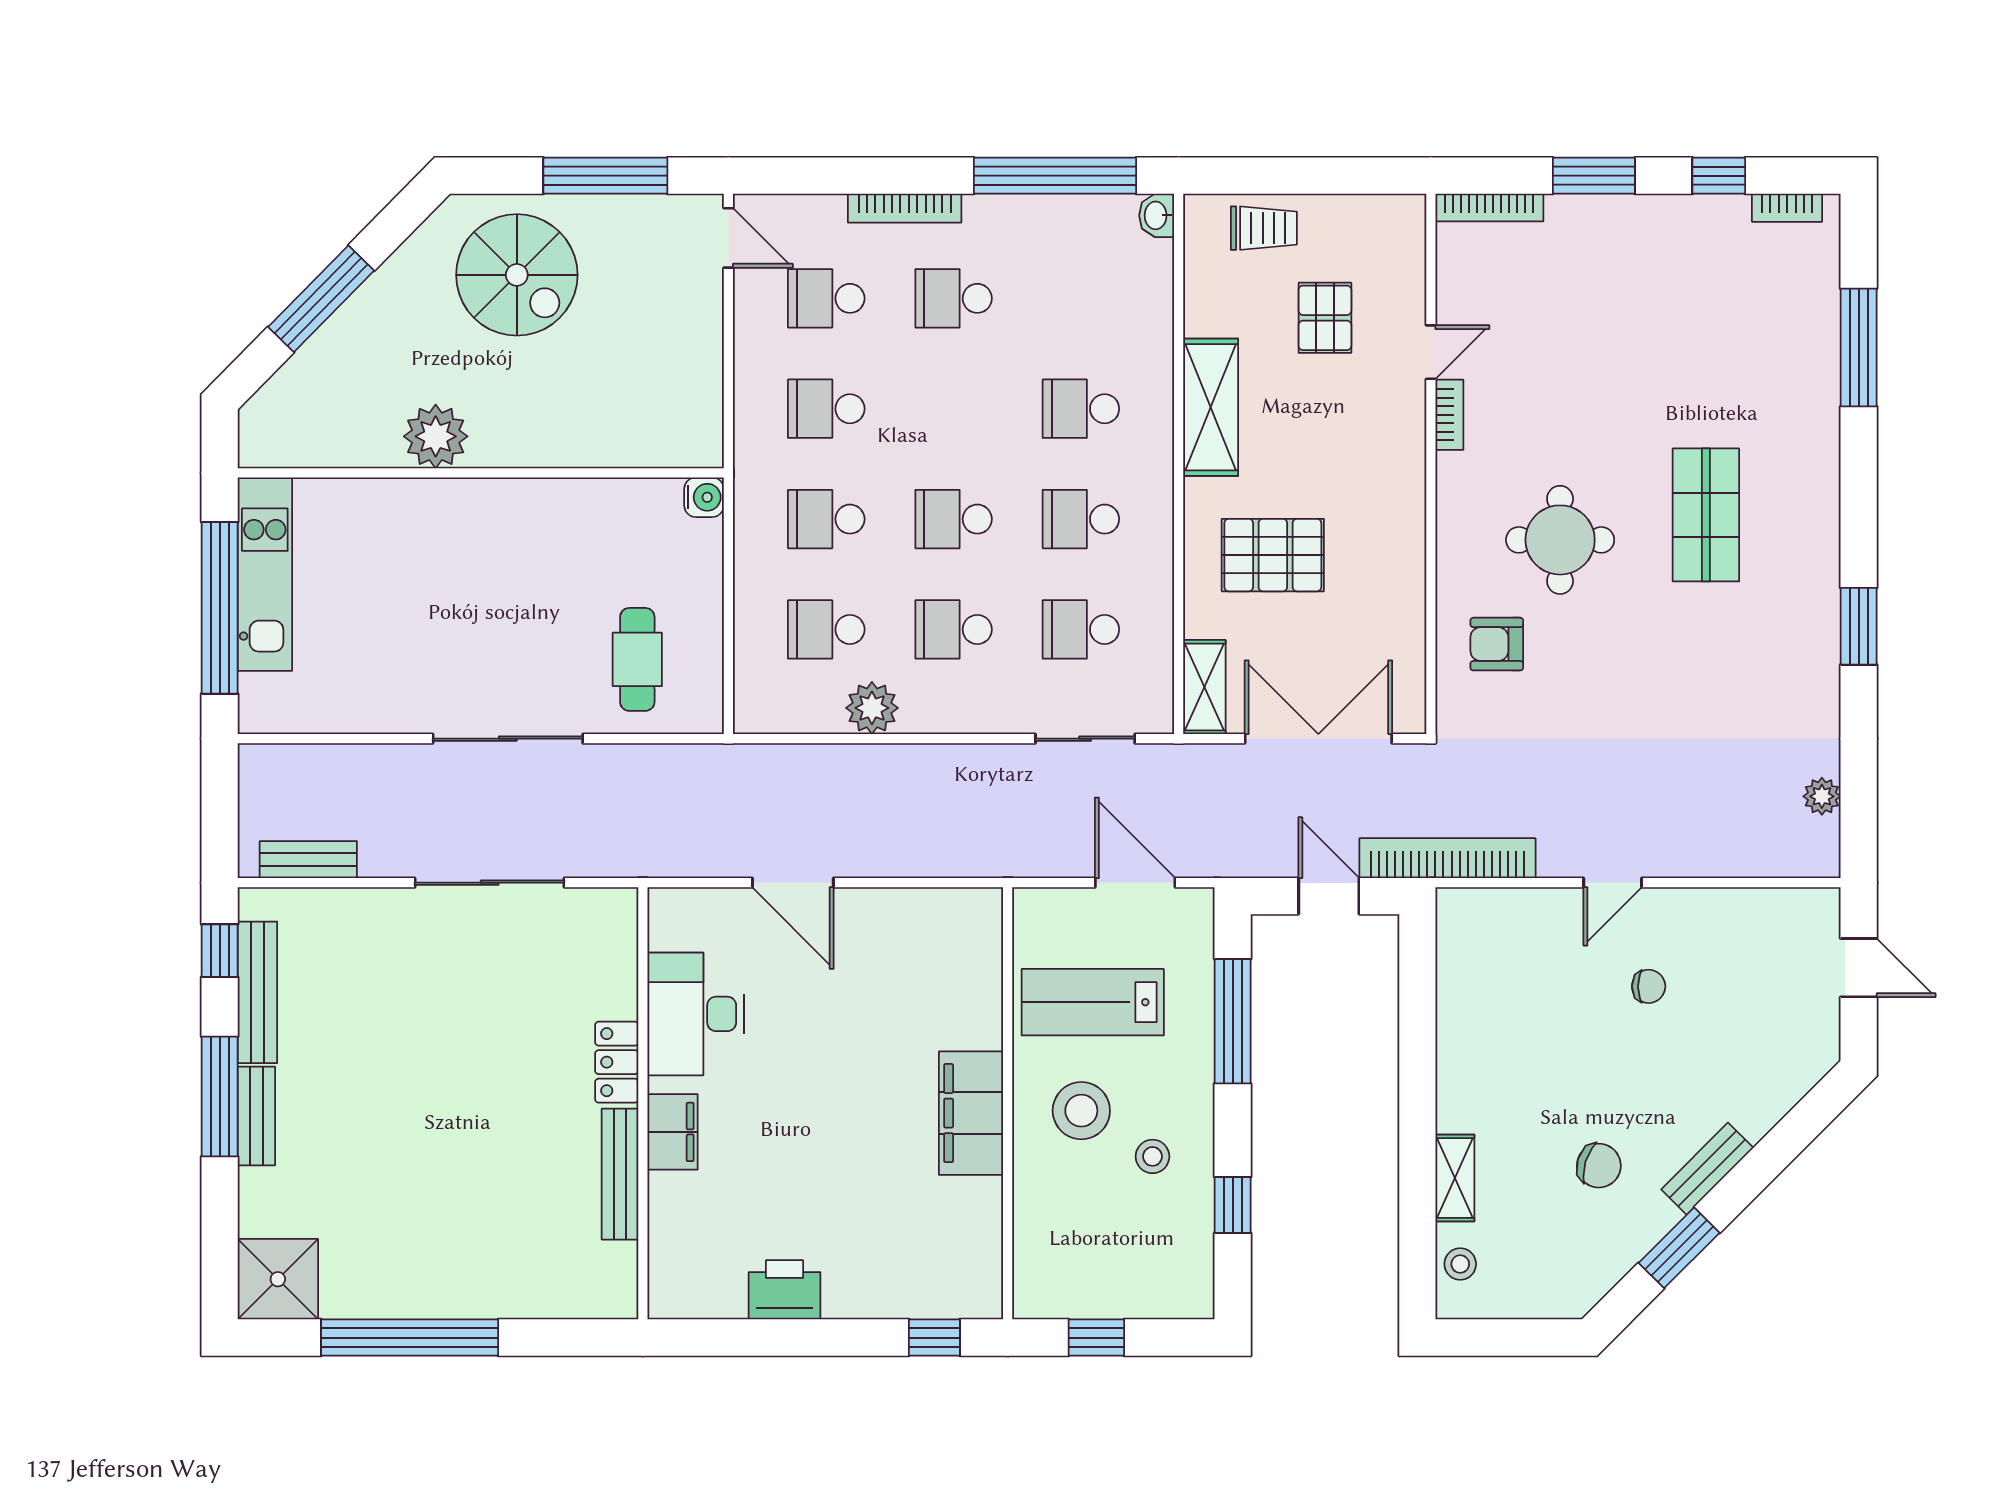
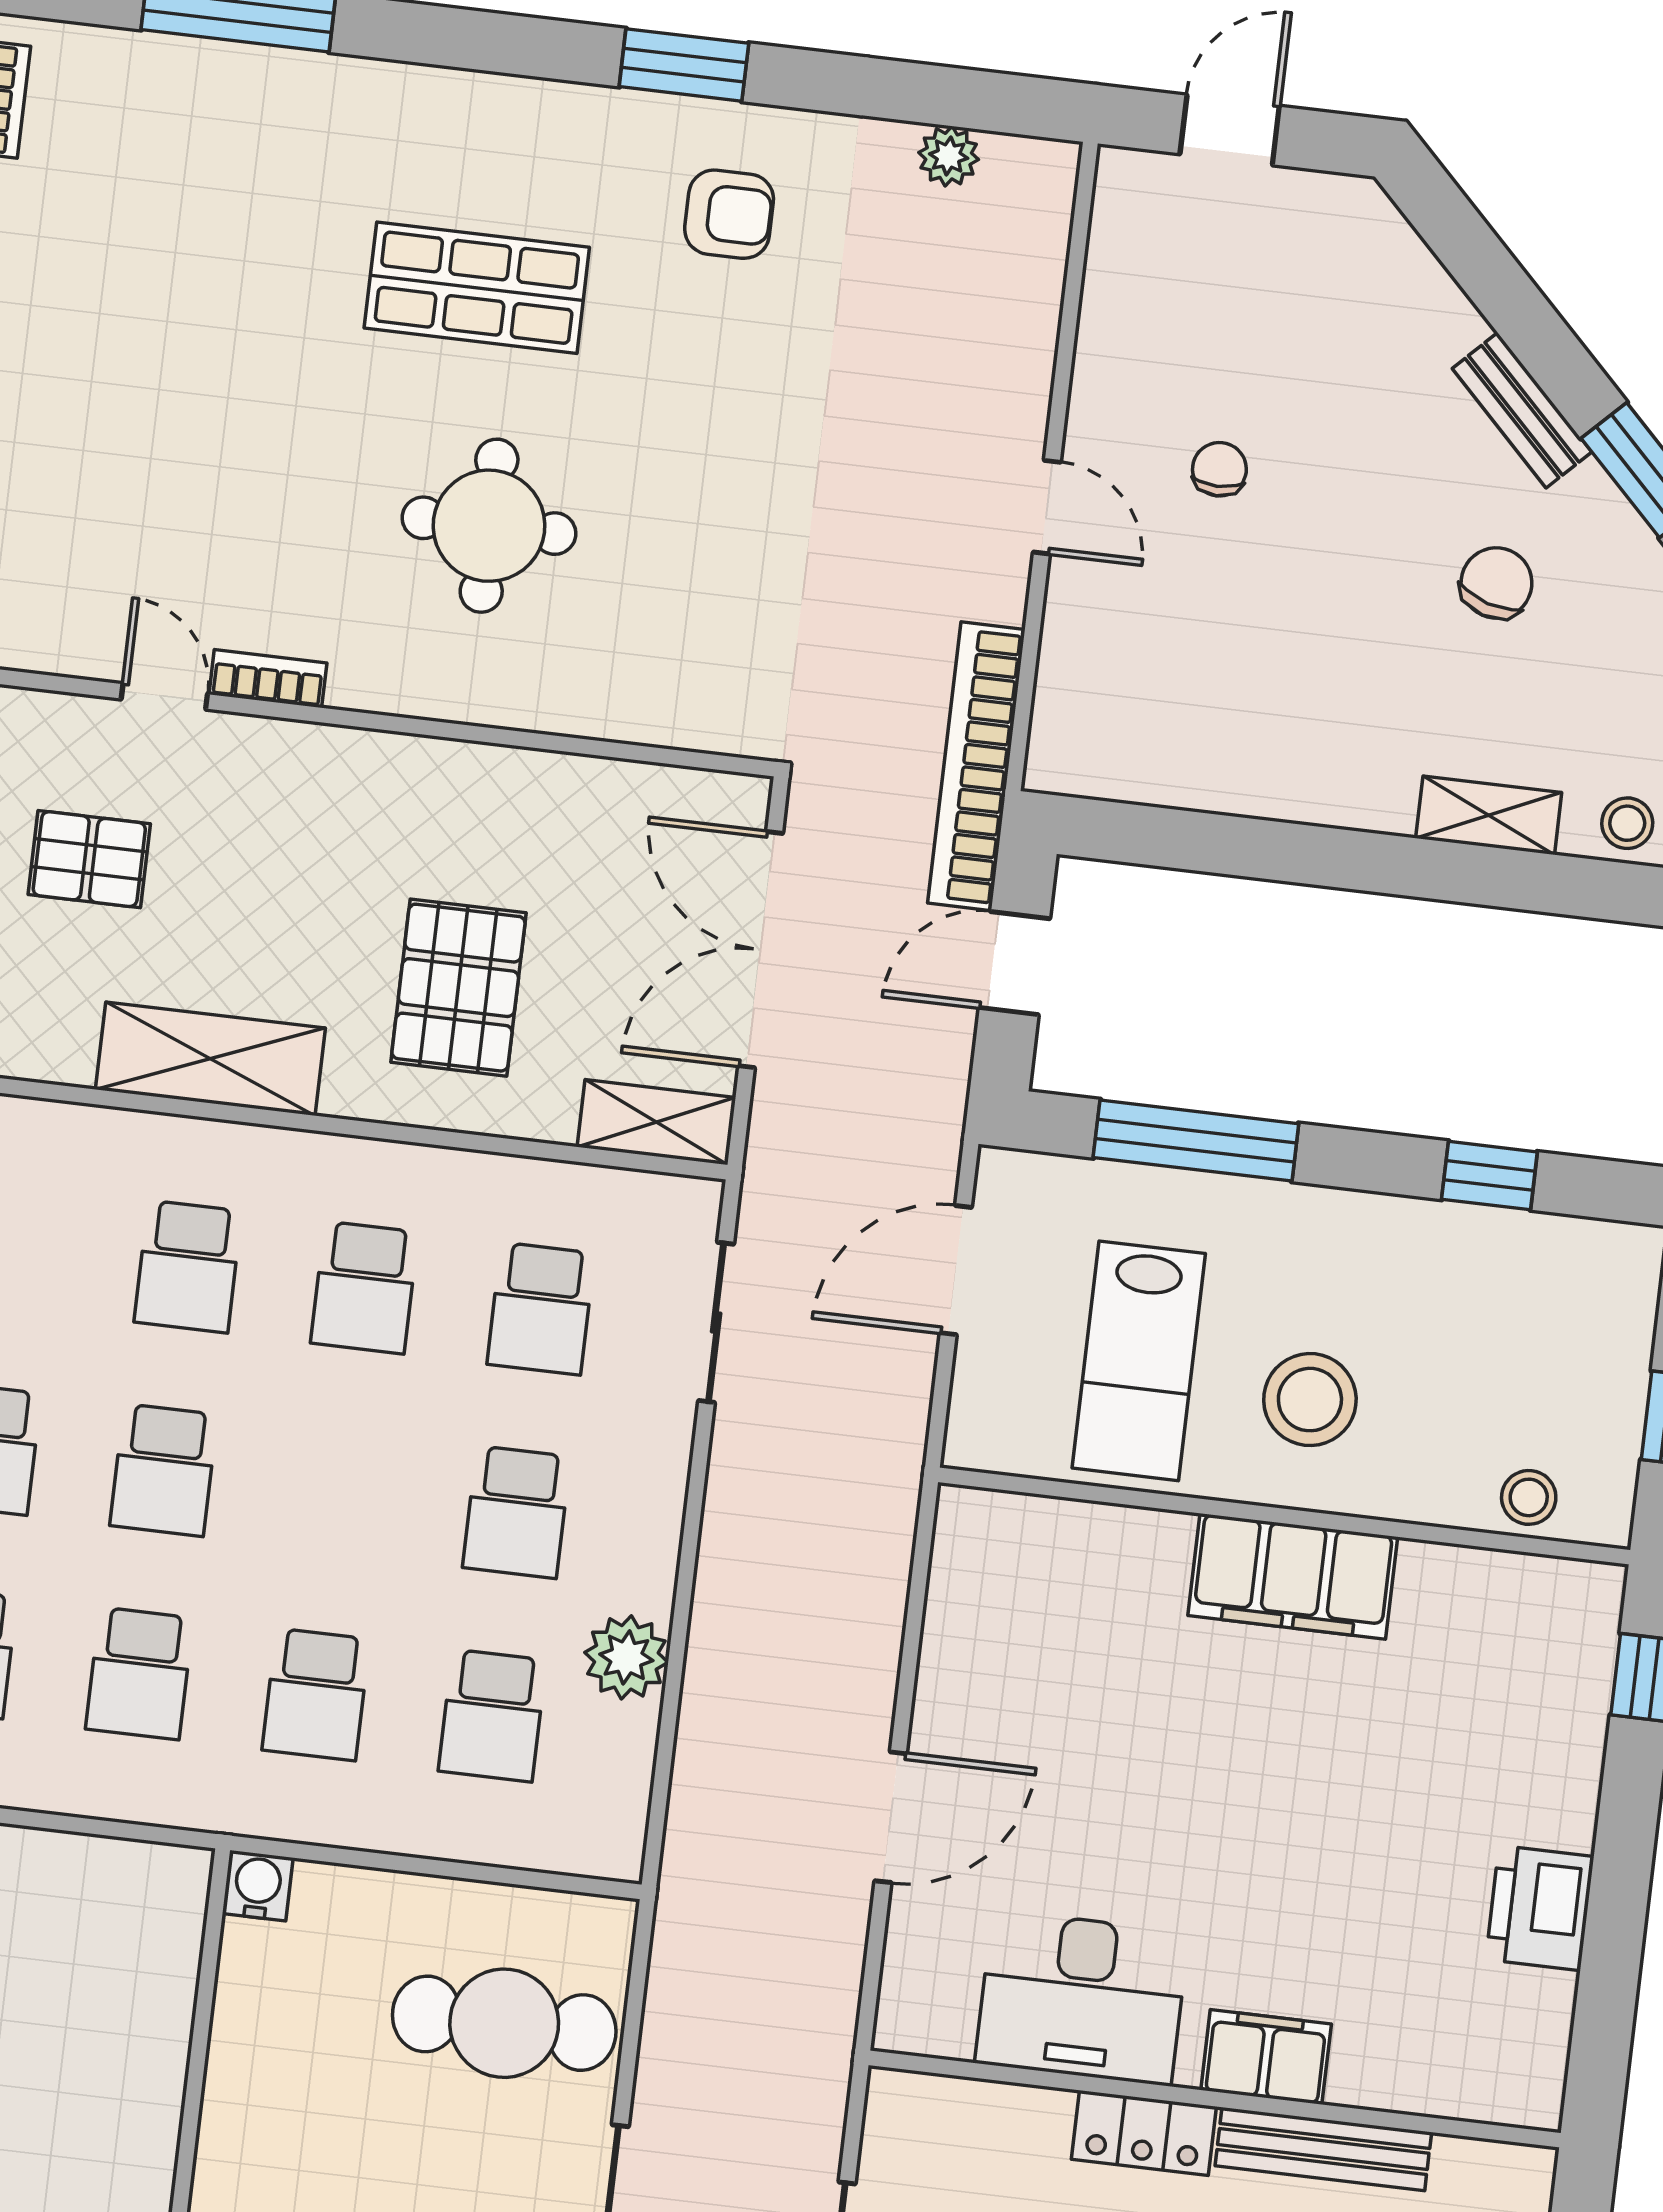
school desk: (954, 519) -> (164, 1470), moved
armchair: (1497, 644) -> (729, 214), moved, turned -90
cafe table: (637, 659) -> (504, 2023), width x1.37, depth x1.35
stool: (1152, 1156) -> (1529, 1497), moved

